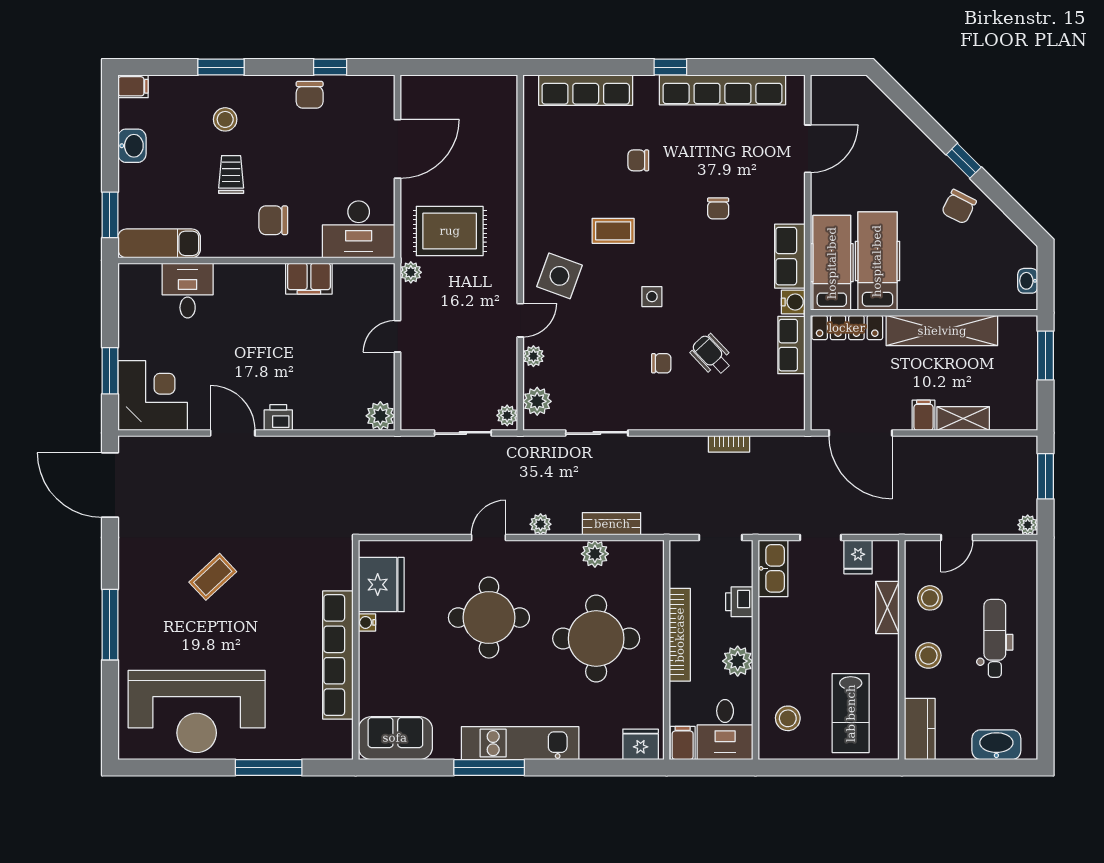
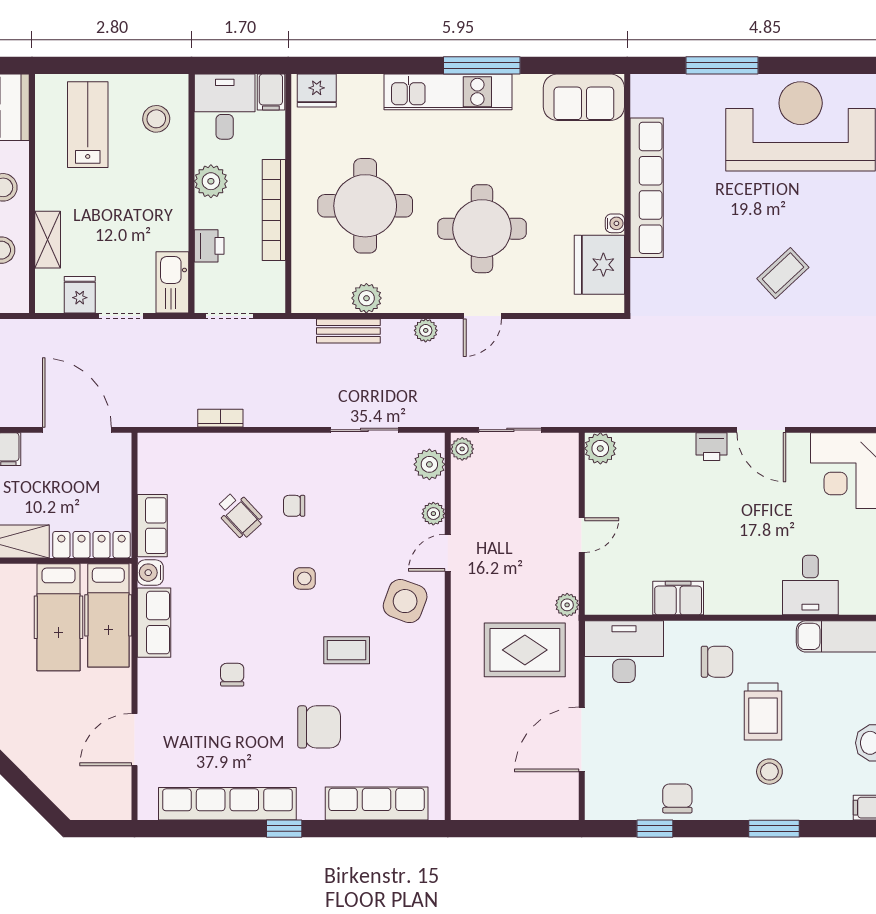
chair: (638, 160) -> (319, 727), width x1.87, depth x1.87
trolley: (231, 174) -> (763, 712), width x1.36, depth x1.39

